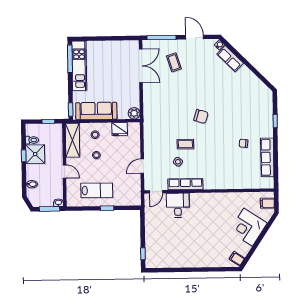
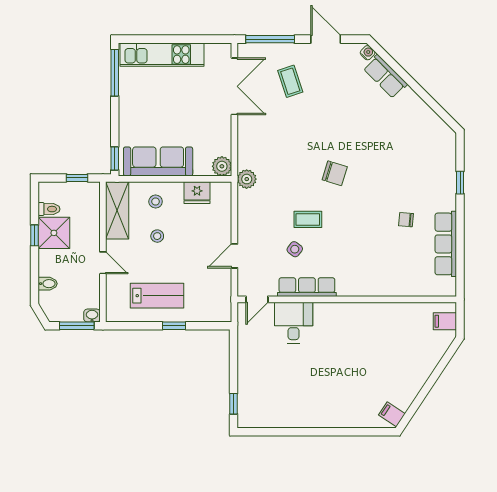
kitchen unit: (79, 66) -> (162, 55), moved, turned 90
plant: (149, 121) -> (247, 179), added
corner desk: (248, 227) -> (412, 361), removed

